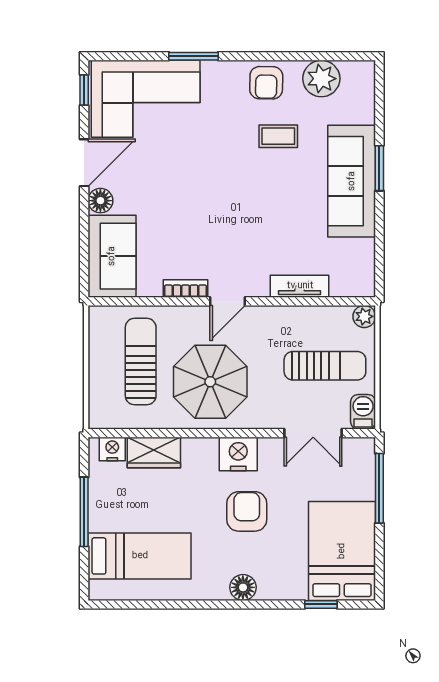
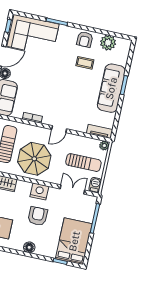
tv unit: (300, 286) -> (100, 131), moved
door: (227, 301) -> (59, 129), moved
double door: (313, 433) -> (72, 190), swing flipped

